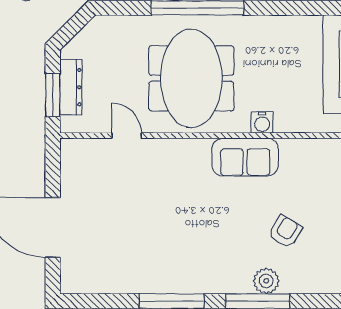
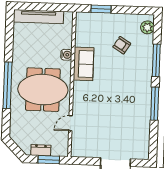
dresser: (71, 87) -> (41, 150), width x0.70
plant: (266, 281) -> (147, 27), moved

